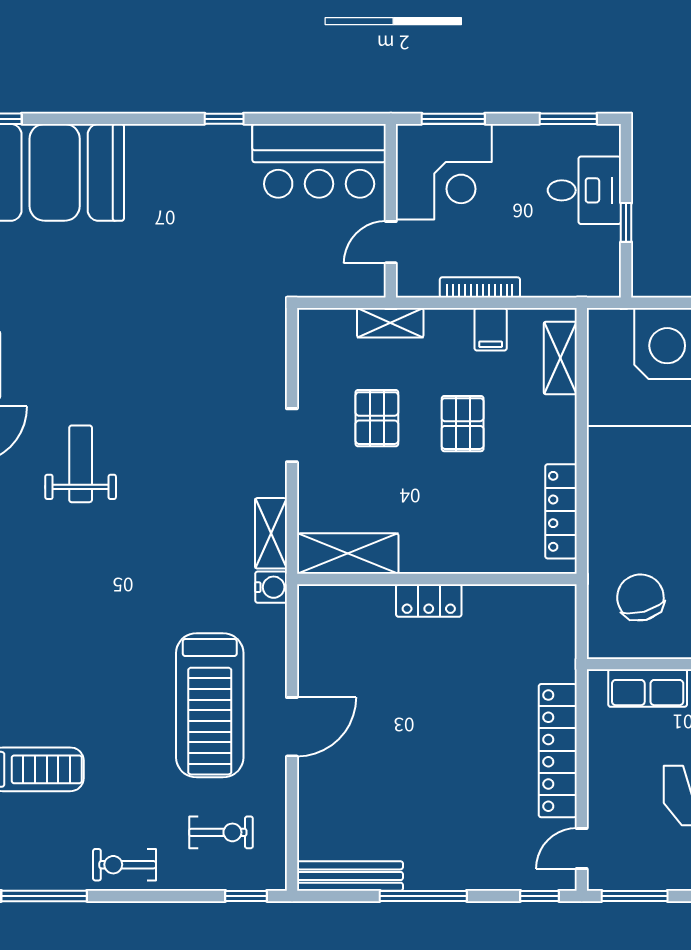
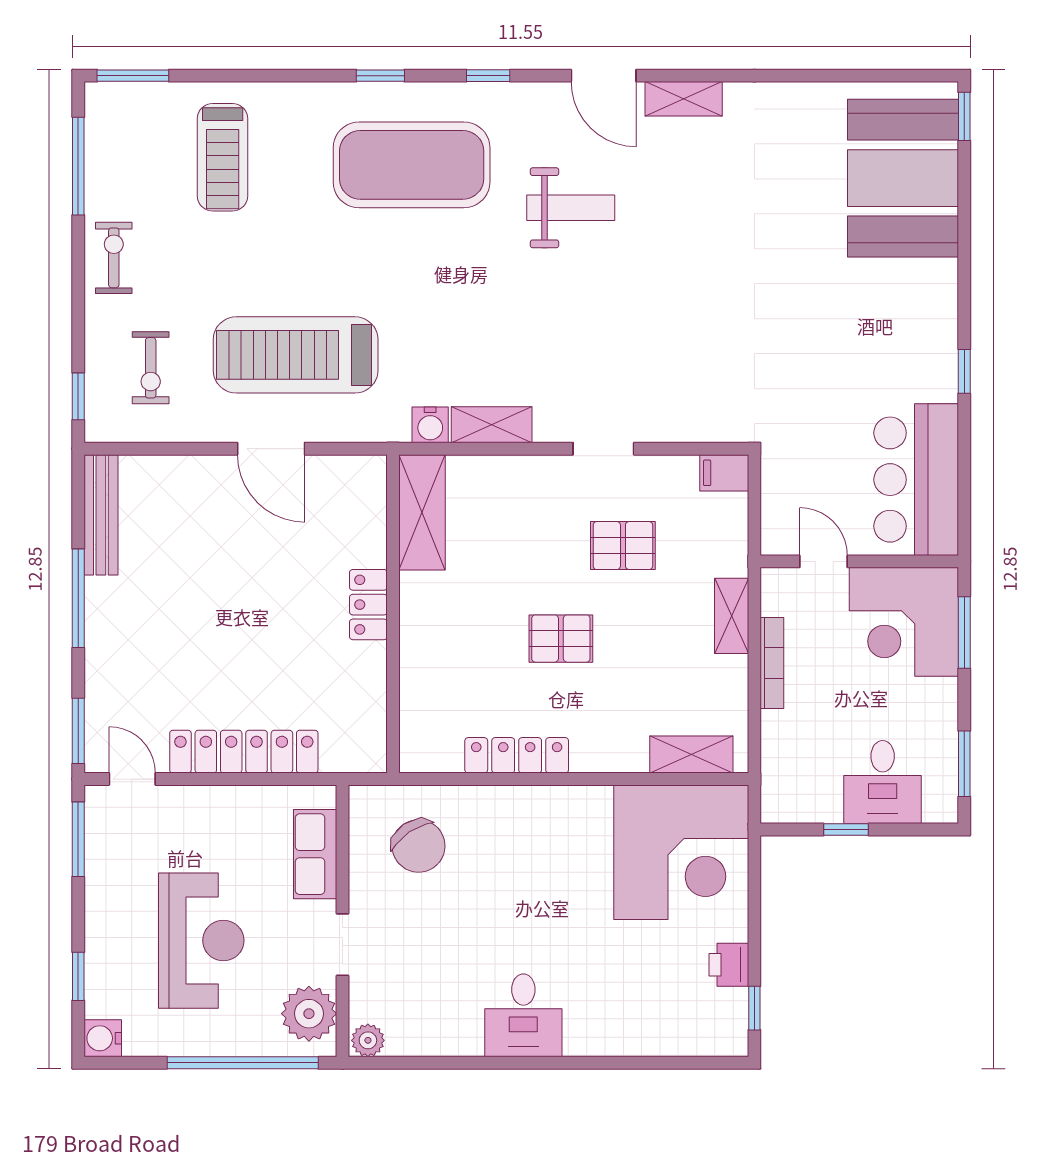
shelving: (390, 323) -> (732, 616), moved
filing cabinet: (491, 329) -> (724, 473), moved
pallet: (463, 424) -> (561, 639), moved
shelving: (348, 554) -> (422, 512), moved
wall: (437, 579) -> (393, 614), moved
chair: (640, 597) -> (419, 846), turned 71
locker: (429, 600) -> (368, 605), moved
exercise mat: (43, 604) -> (412, 165), added
window: (540, 896) -> (78, 731), width x1.50

